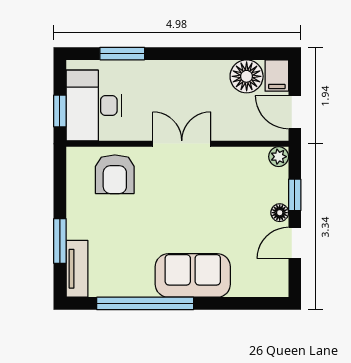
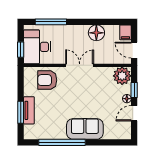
window: (122, 54) -> (51, 22), width x1.44
floor lamp: (247, 76) -> (96, 33), moved
plant: (279, 157) -> (122, 76), width x1.88, depth x1.88
armchair: (115, 174) -> (47, 80), turned 90
tv unit: (77, 269) -> (29, 110), moved

